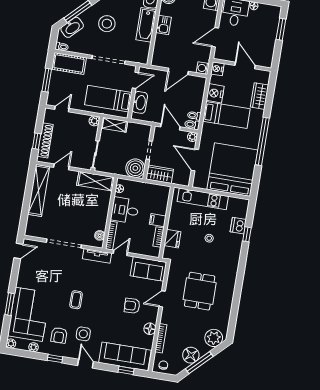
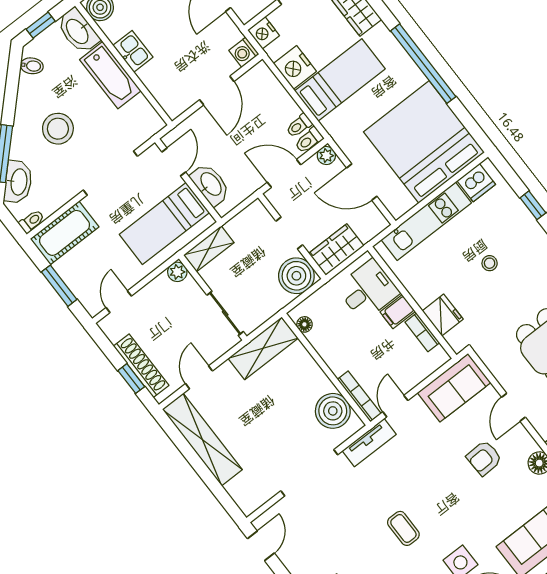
desk: (125, 210) -> (368, 290), moved, turned 180
dishwasher: (238, 226) -> (476, 183), moved, turned -90
boiler: (100, 235) -> (333, 411), width x1.86, depth x1.86

